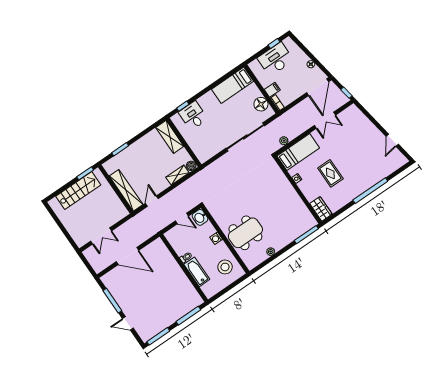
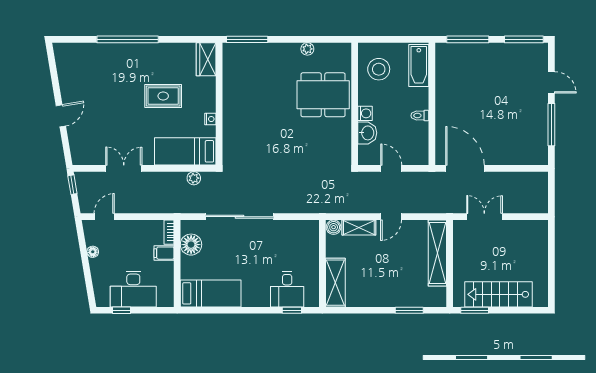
door: (318, 87) -> (104, 217), width x0.53
door: (392, 140) -> (61, 116), moved
rug: (330, 173) -> (163, 96), turned 90
door: (152, 201) -> (391, 217), moved
washbasin: (200, 217) -> (367, 133), moved
double door: (101, 236) -> (484, 217), moved
door: (127, 256) -> (465, 168), moved
bathtub: (197, 272) -> (419, 65), moved

